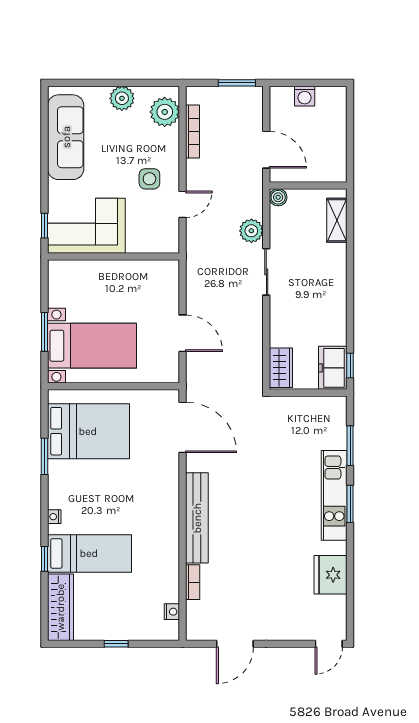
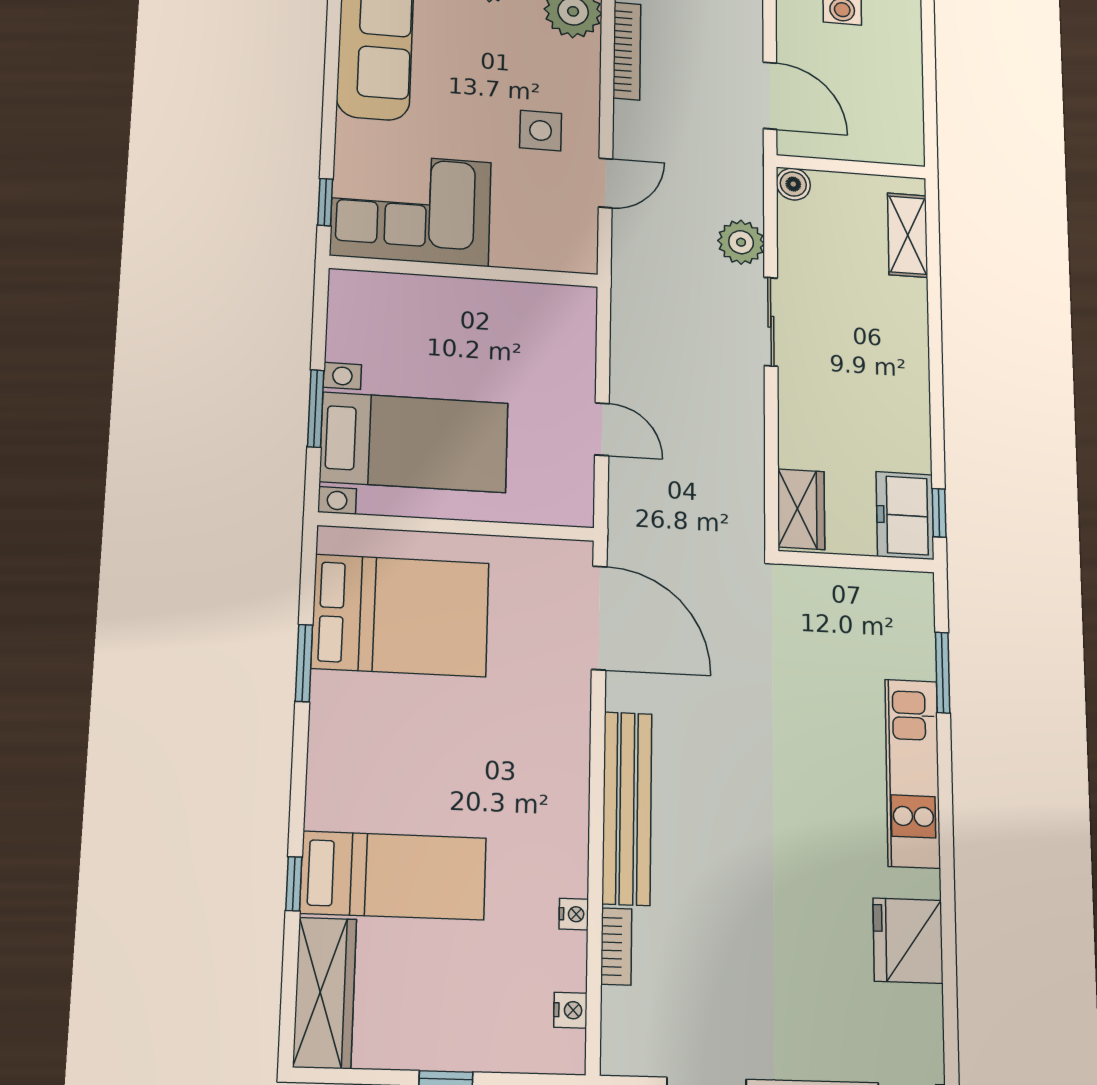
door: (183, 333) -> (602, 429), width x0.73
window: (350, 504) -> (945, 792), removed
nightstand: (54, 517) -> (574, 914), moved, turned 180

